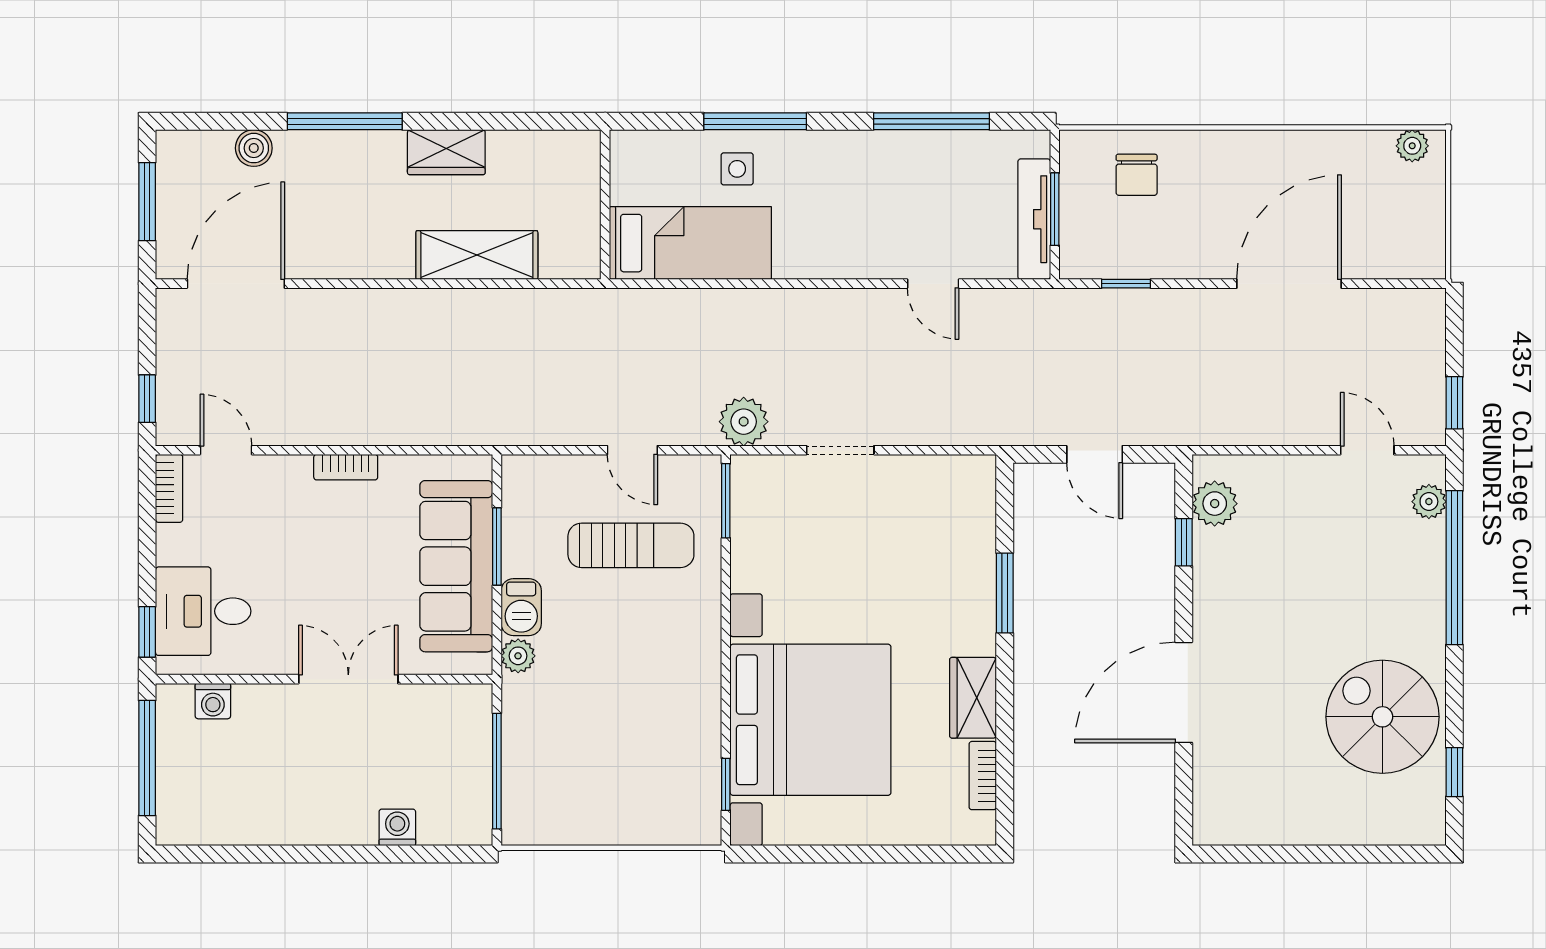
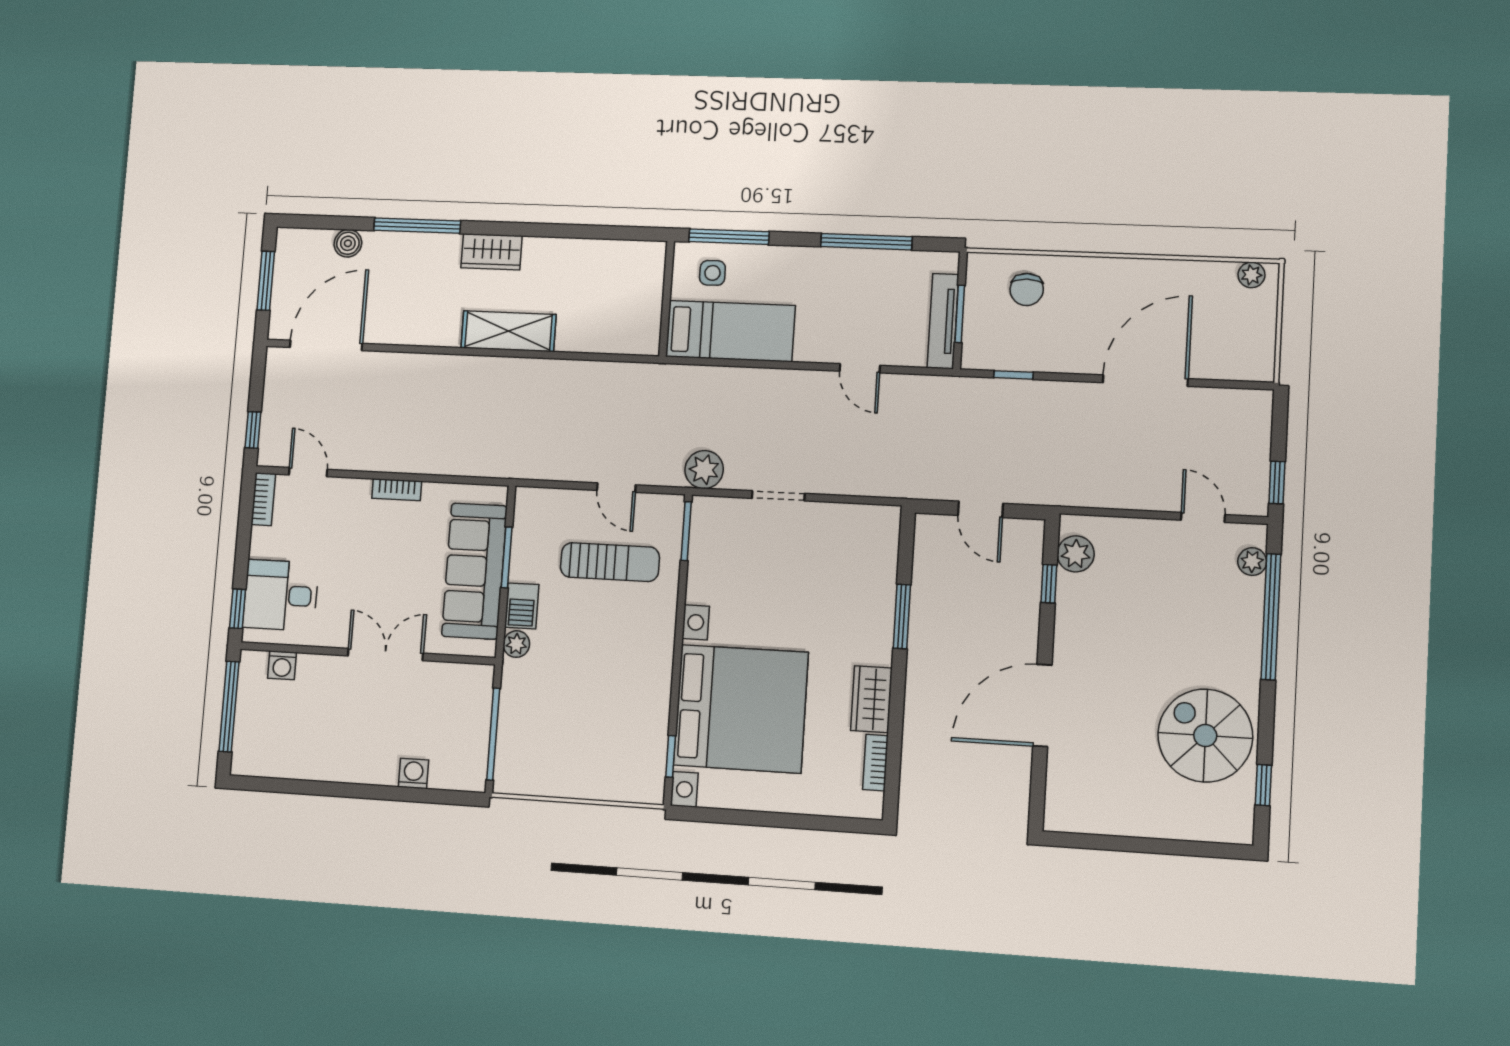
wall: (605, 205) -> (667, 299), moved
bed: (690, 243) -> (730, 331), moved

